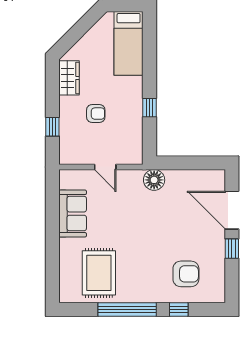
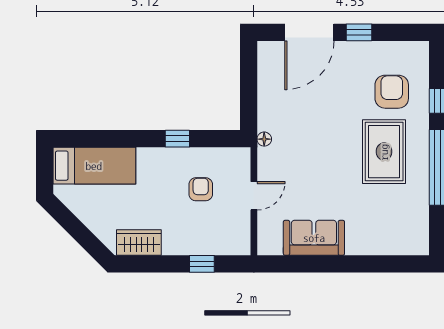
armchair: (96, 114) -> (201, 189), moved
floor lamp: (154, 180) -> (264, 139), width x0.53, depth x0.53
rug: (99, 273) -> (384, 152), moved, turned 90

